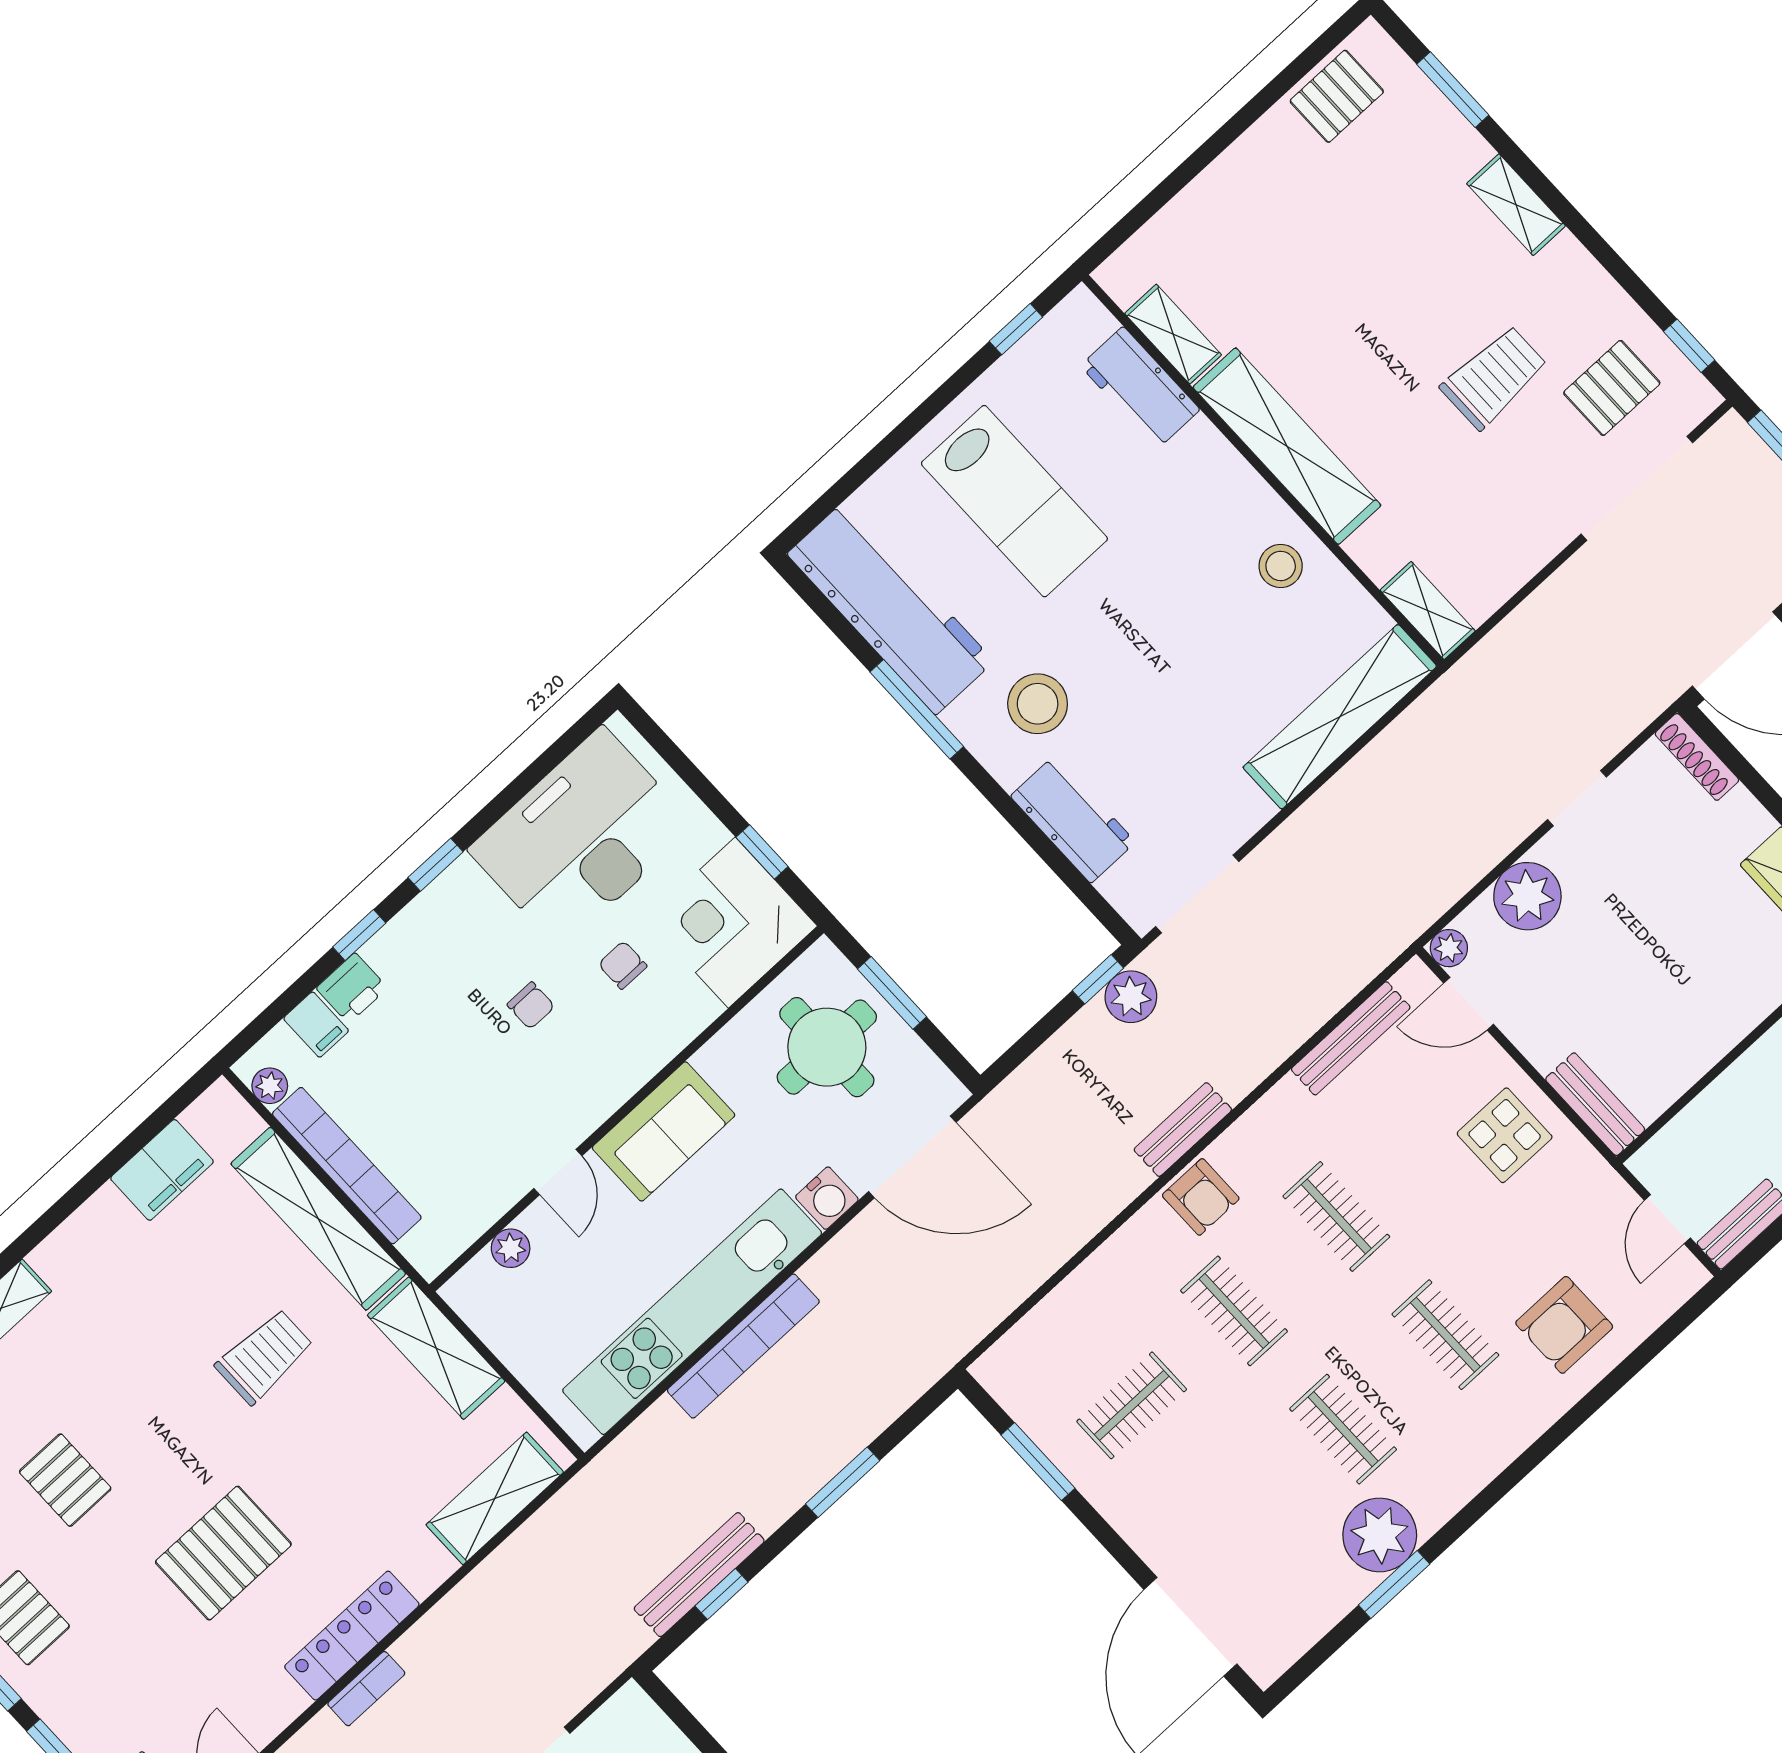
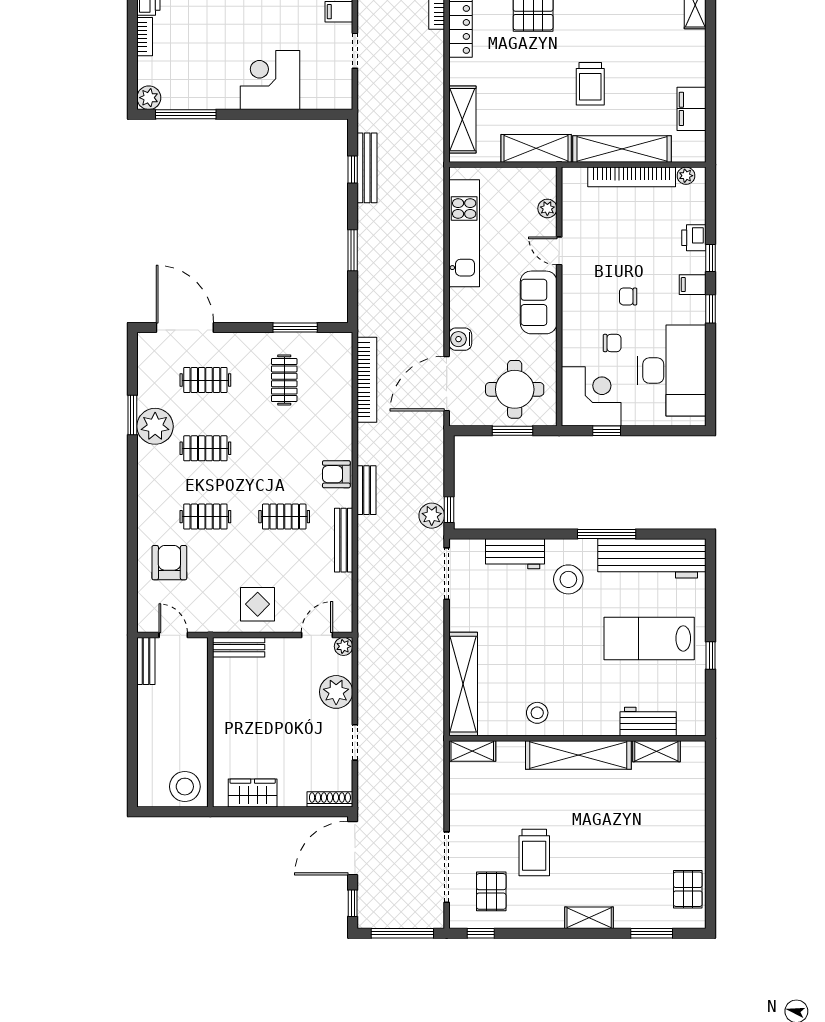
window: (1016, 329) -> (711, 656), moved
filing cabinet: (316, 1025) -> (693, 285), moved
bench: (1351, 1038) -> (344, 540), moved
clothes rail: (1234, 1311) -> (205, 380), moved
kitchen unit: (692, 1312) -> (464, 233), width x0.73
bookcase: (743, 1346) -> (367, 380), moved, turned 180

